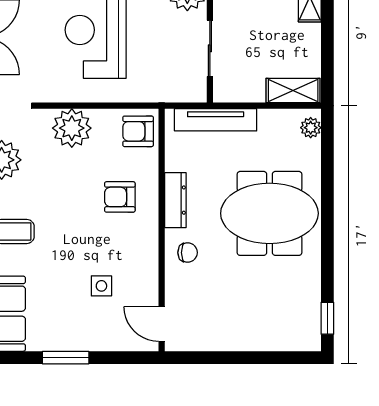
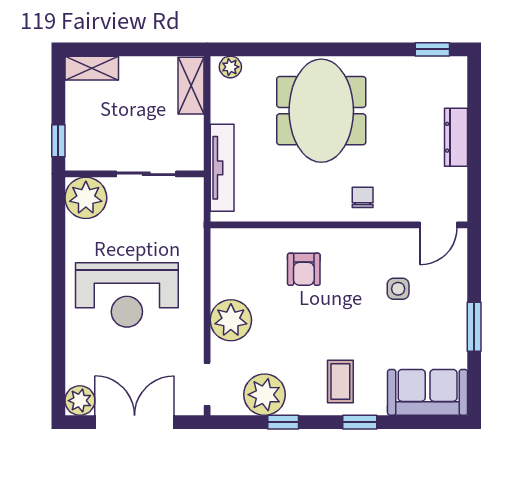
armchair: (138, 131) -> (234, 250), removed
dresser: (175, 200) -> (456, 137), moved, turned -90

